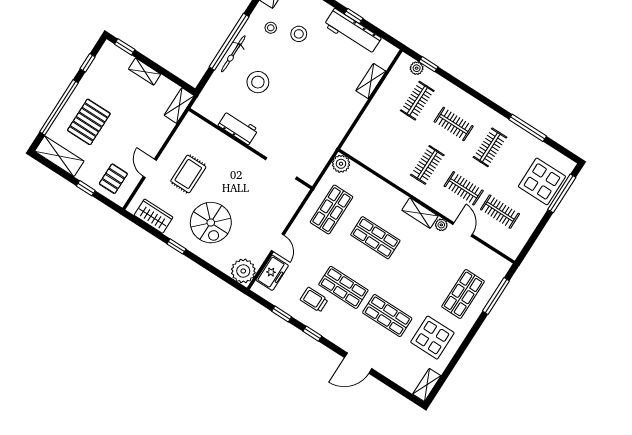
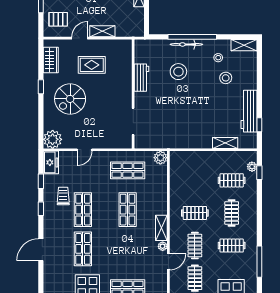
window: (354, 16) -> (259, 125), moved
shelving: (179, 106) -> (102, 31), moved
freezer: (272, 273) -> (51, 162), moved, turned -90
door: (358, 363) -> (41, 250), hinge flipped

